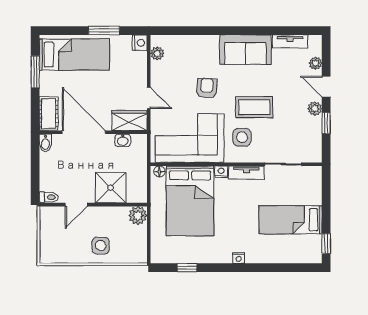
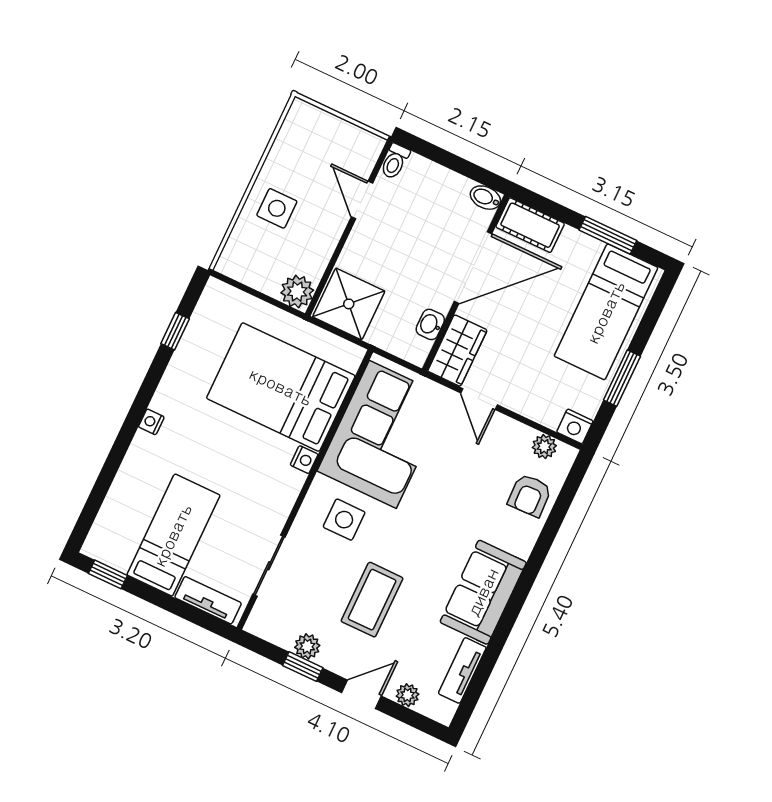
armchair: (207, 88) -> (530, 495), moved, turned 85
door: (149, 98) -> (479, 399), hinge flipped
coffee table: (254, 107) -> (372, 600), moved
plant: (315, 109) -> (307, 646), moved
floor lamp: (160, 171) -> (352, 360), removed
tv unit: (246, 173) -> (208, 600), moved, turned 90
shower: (110, 188) -> (349, 304), moved

